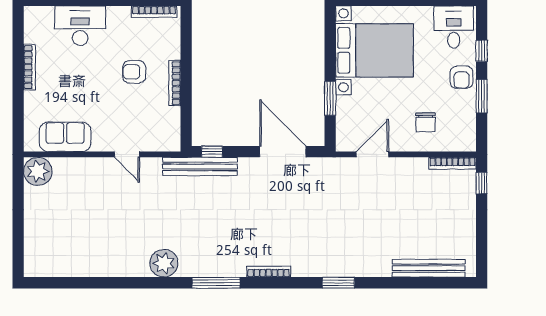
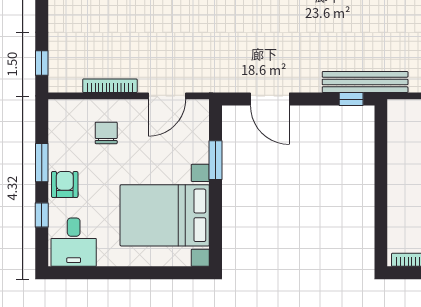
bookcase: (175, 83) -> (394, 178), removed
door: (283, 152) -> (270, 99), width x0.73
bookcase: (452, 163) -> (110, 86), moved

